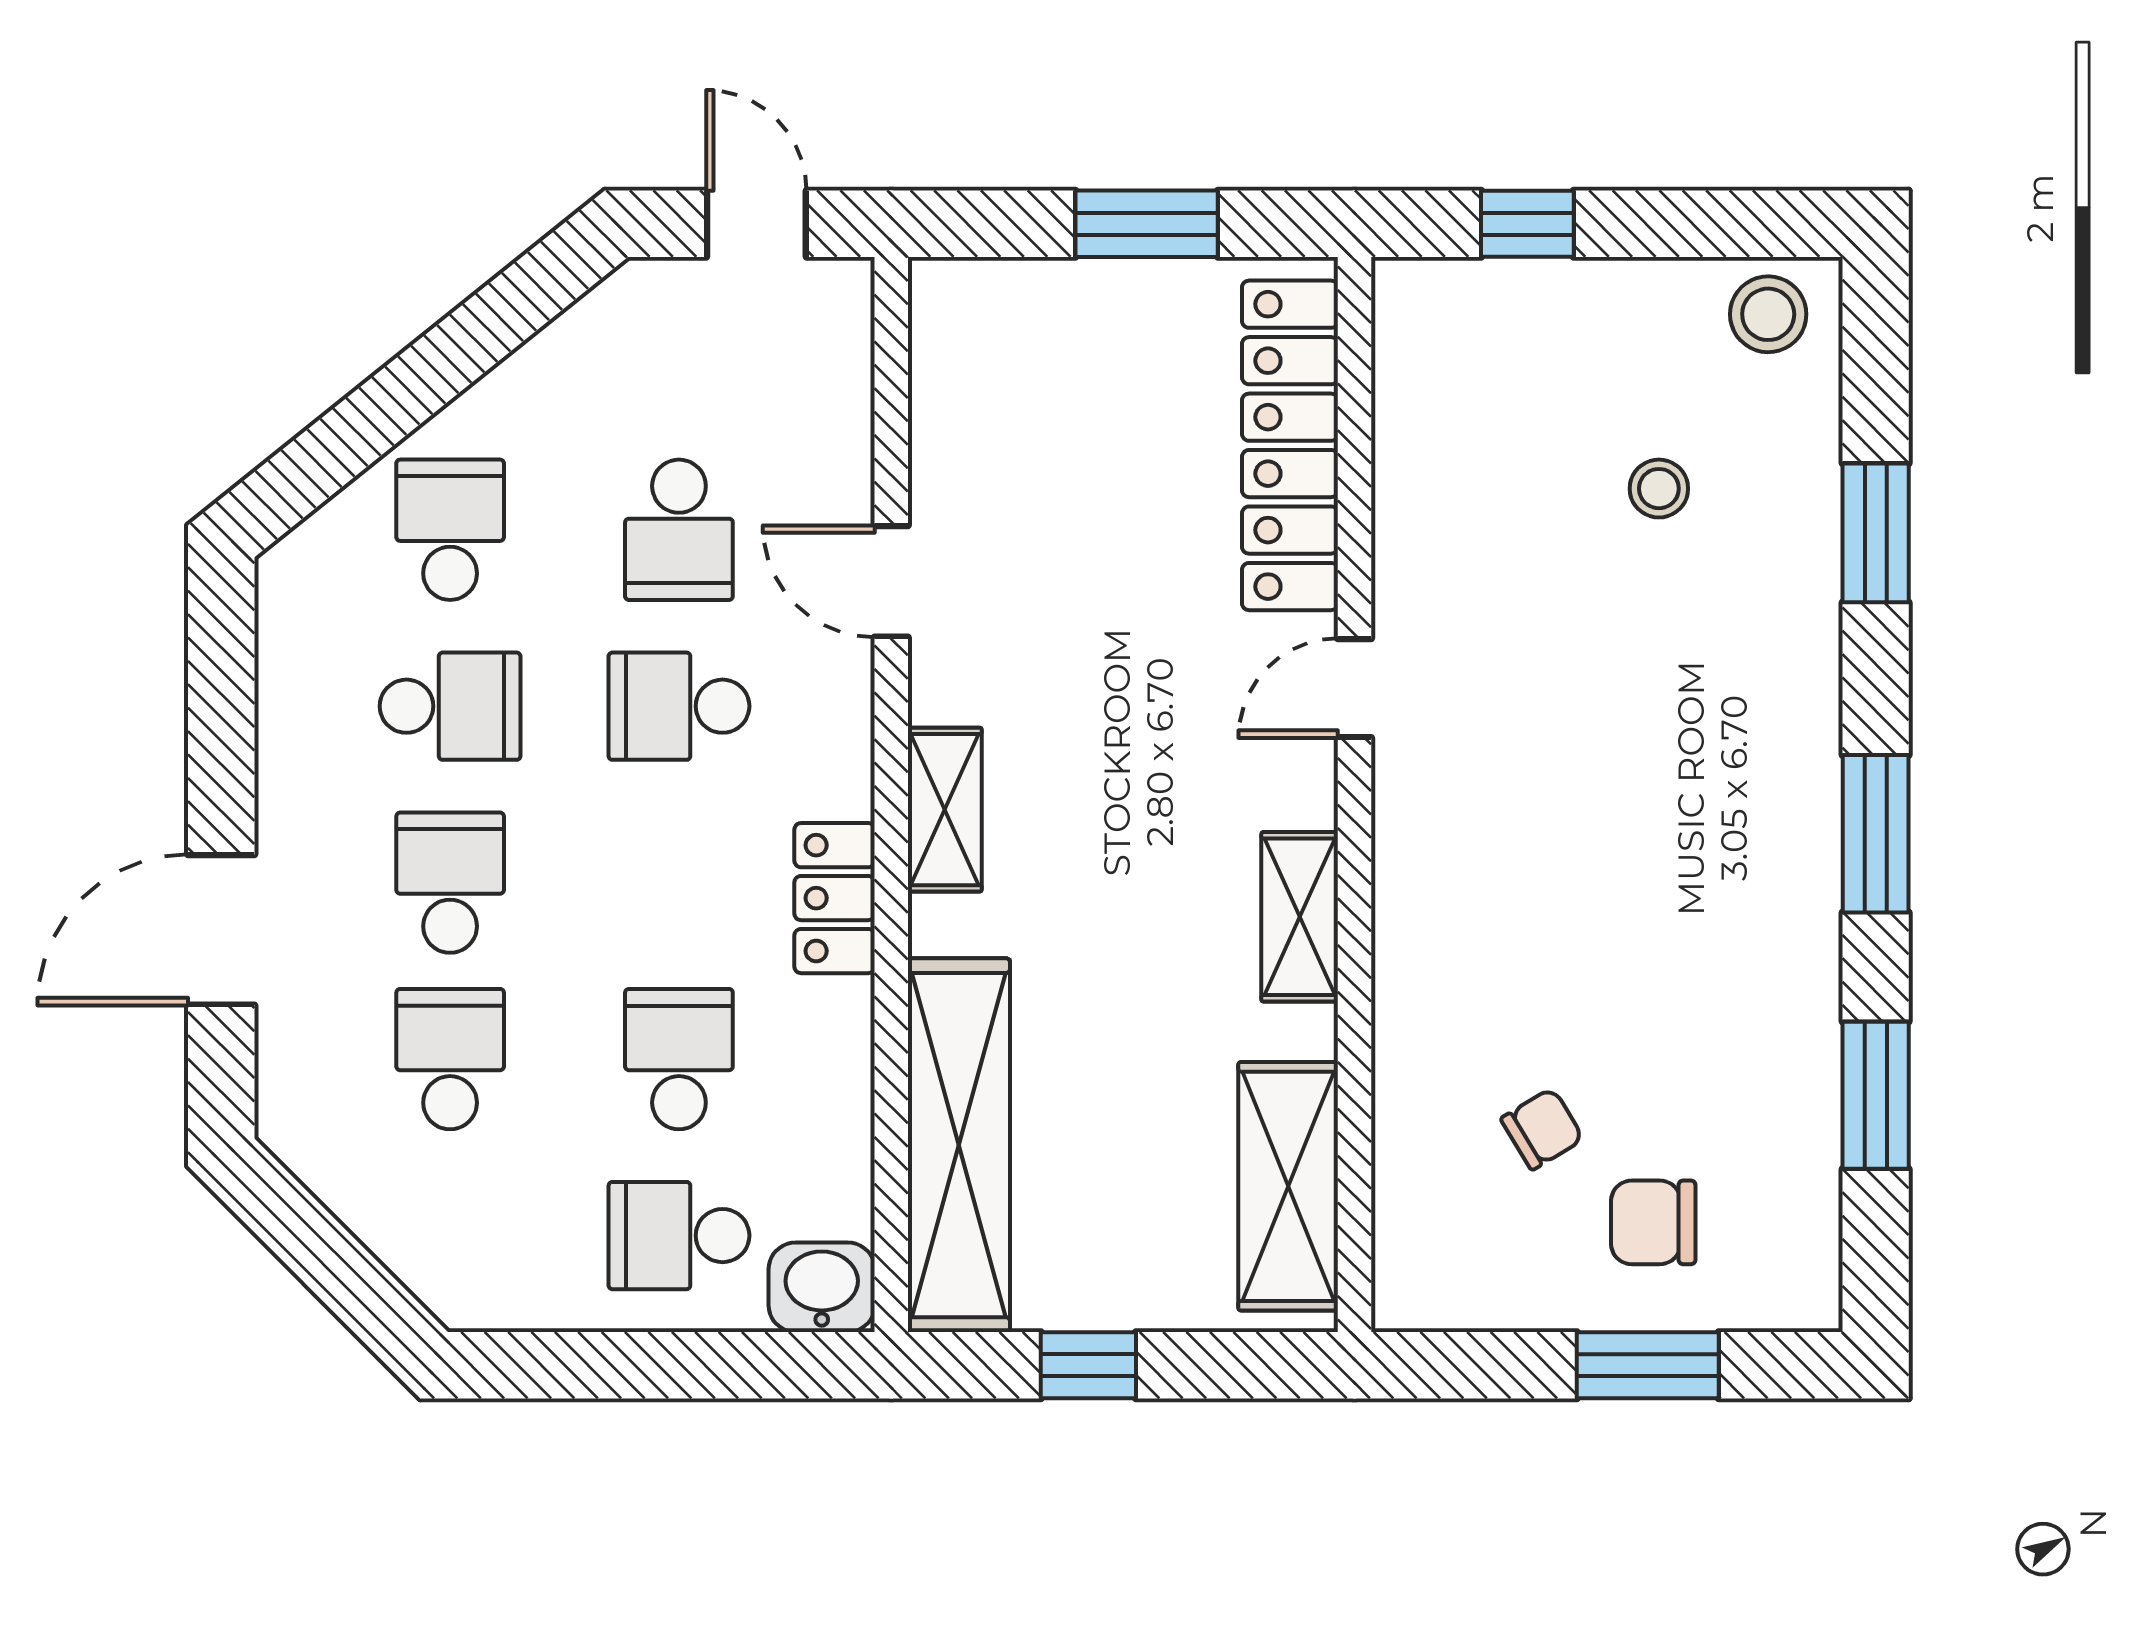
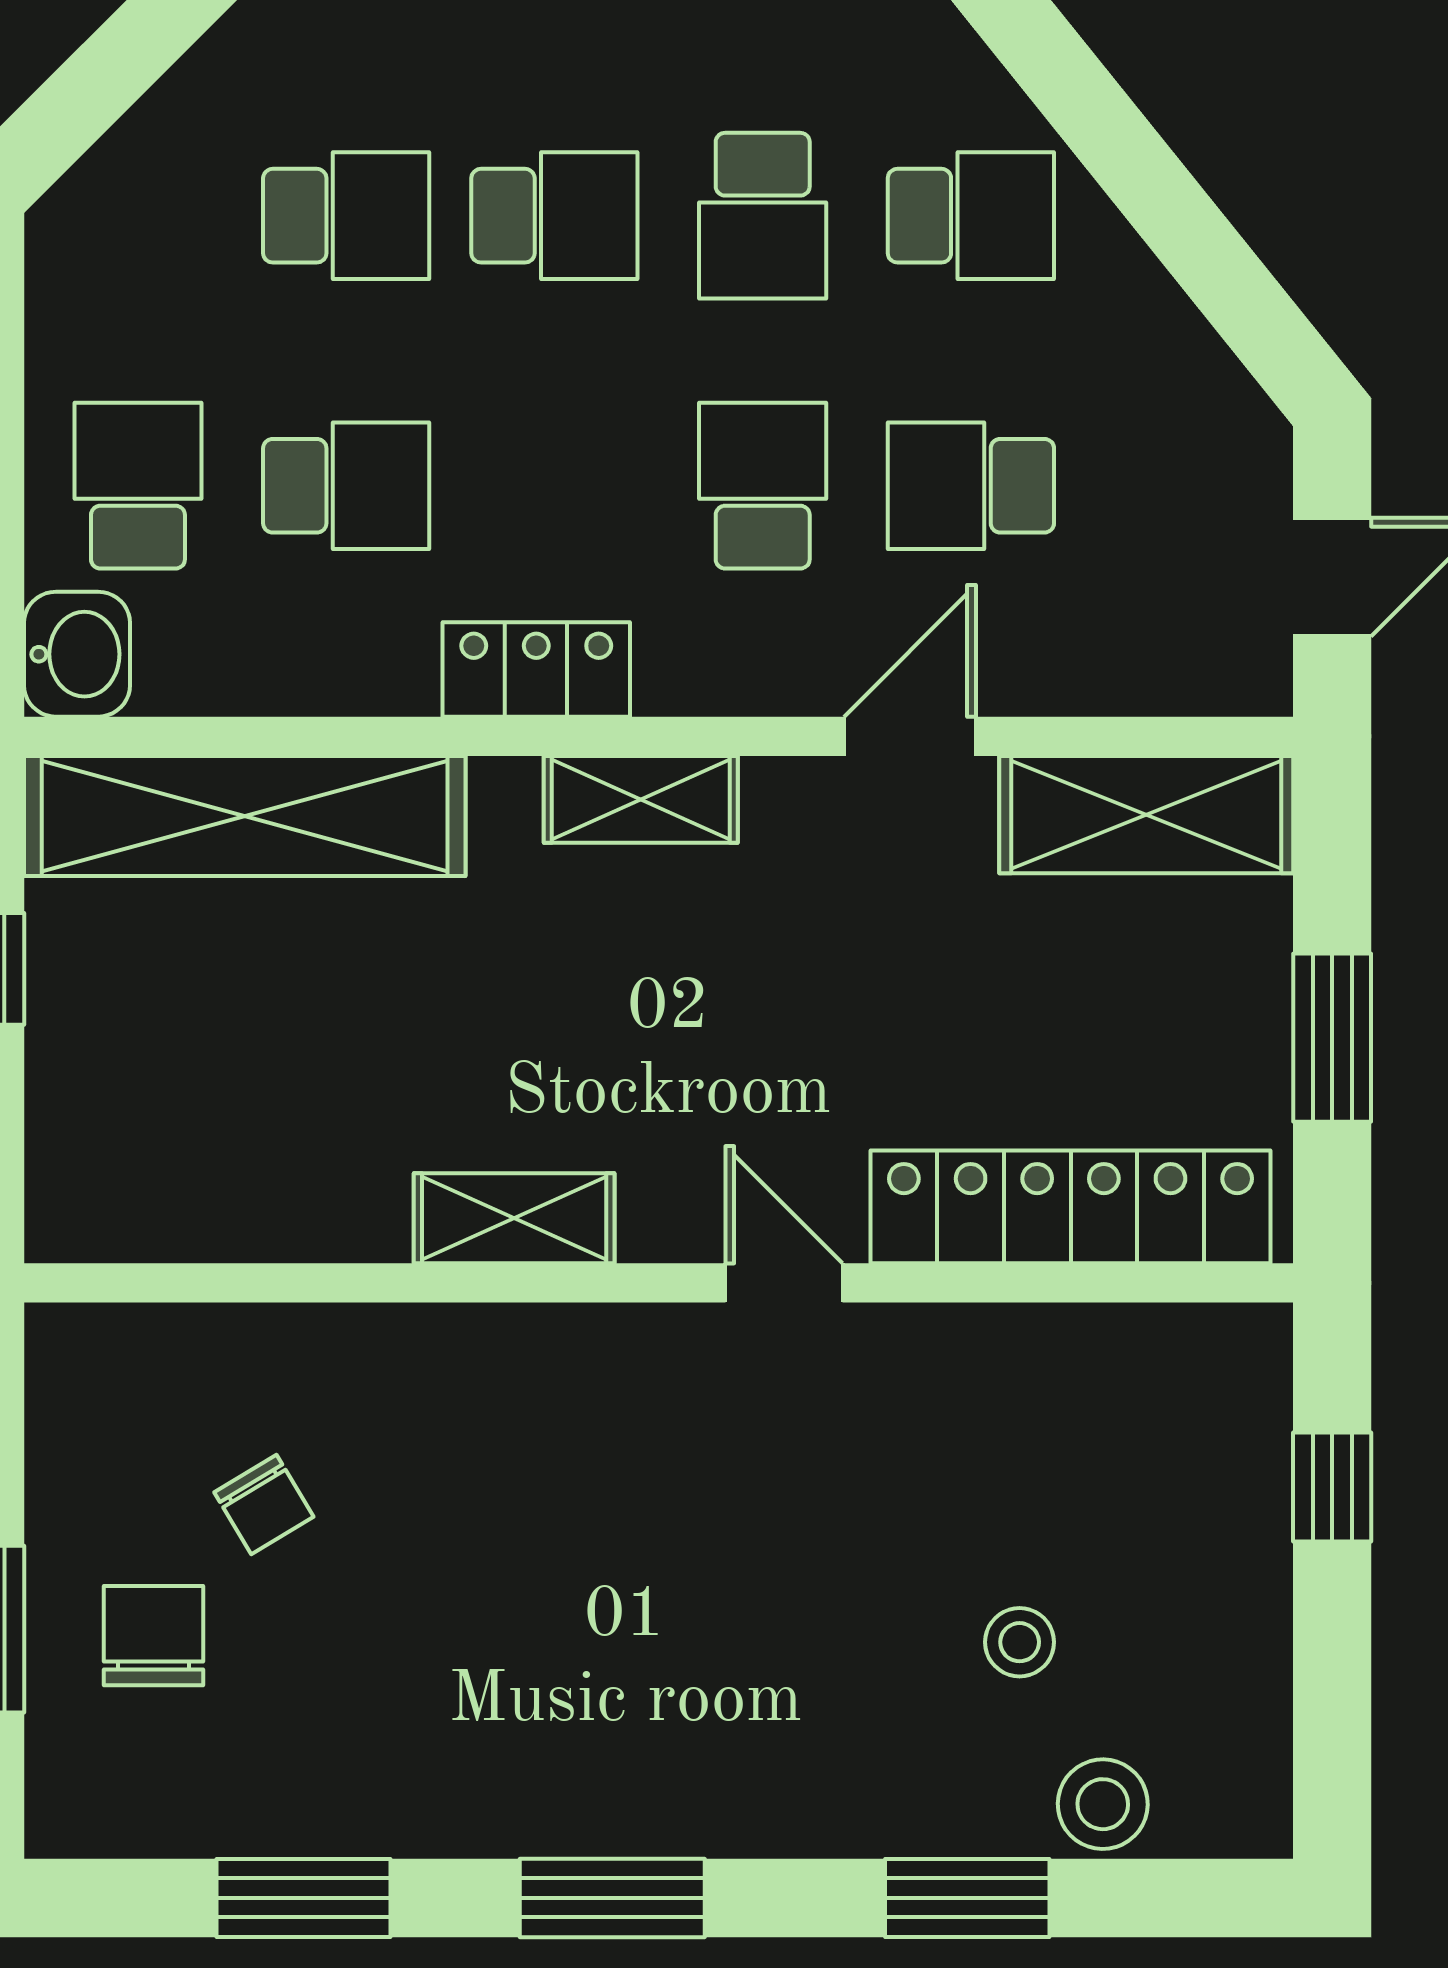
stool: (1768, 314) -> (1103, 1804), moved
shelving: (1288, 1186) -> (1146, 815), moved

